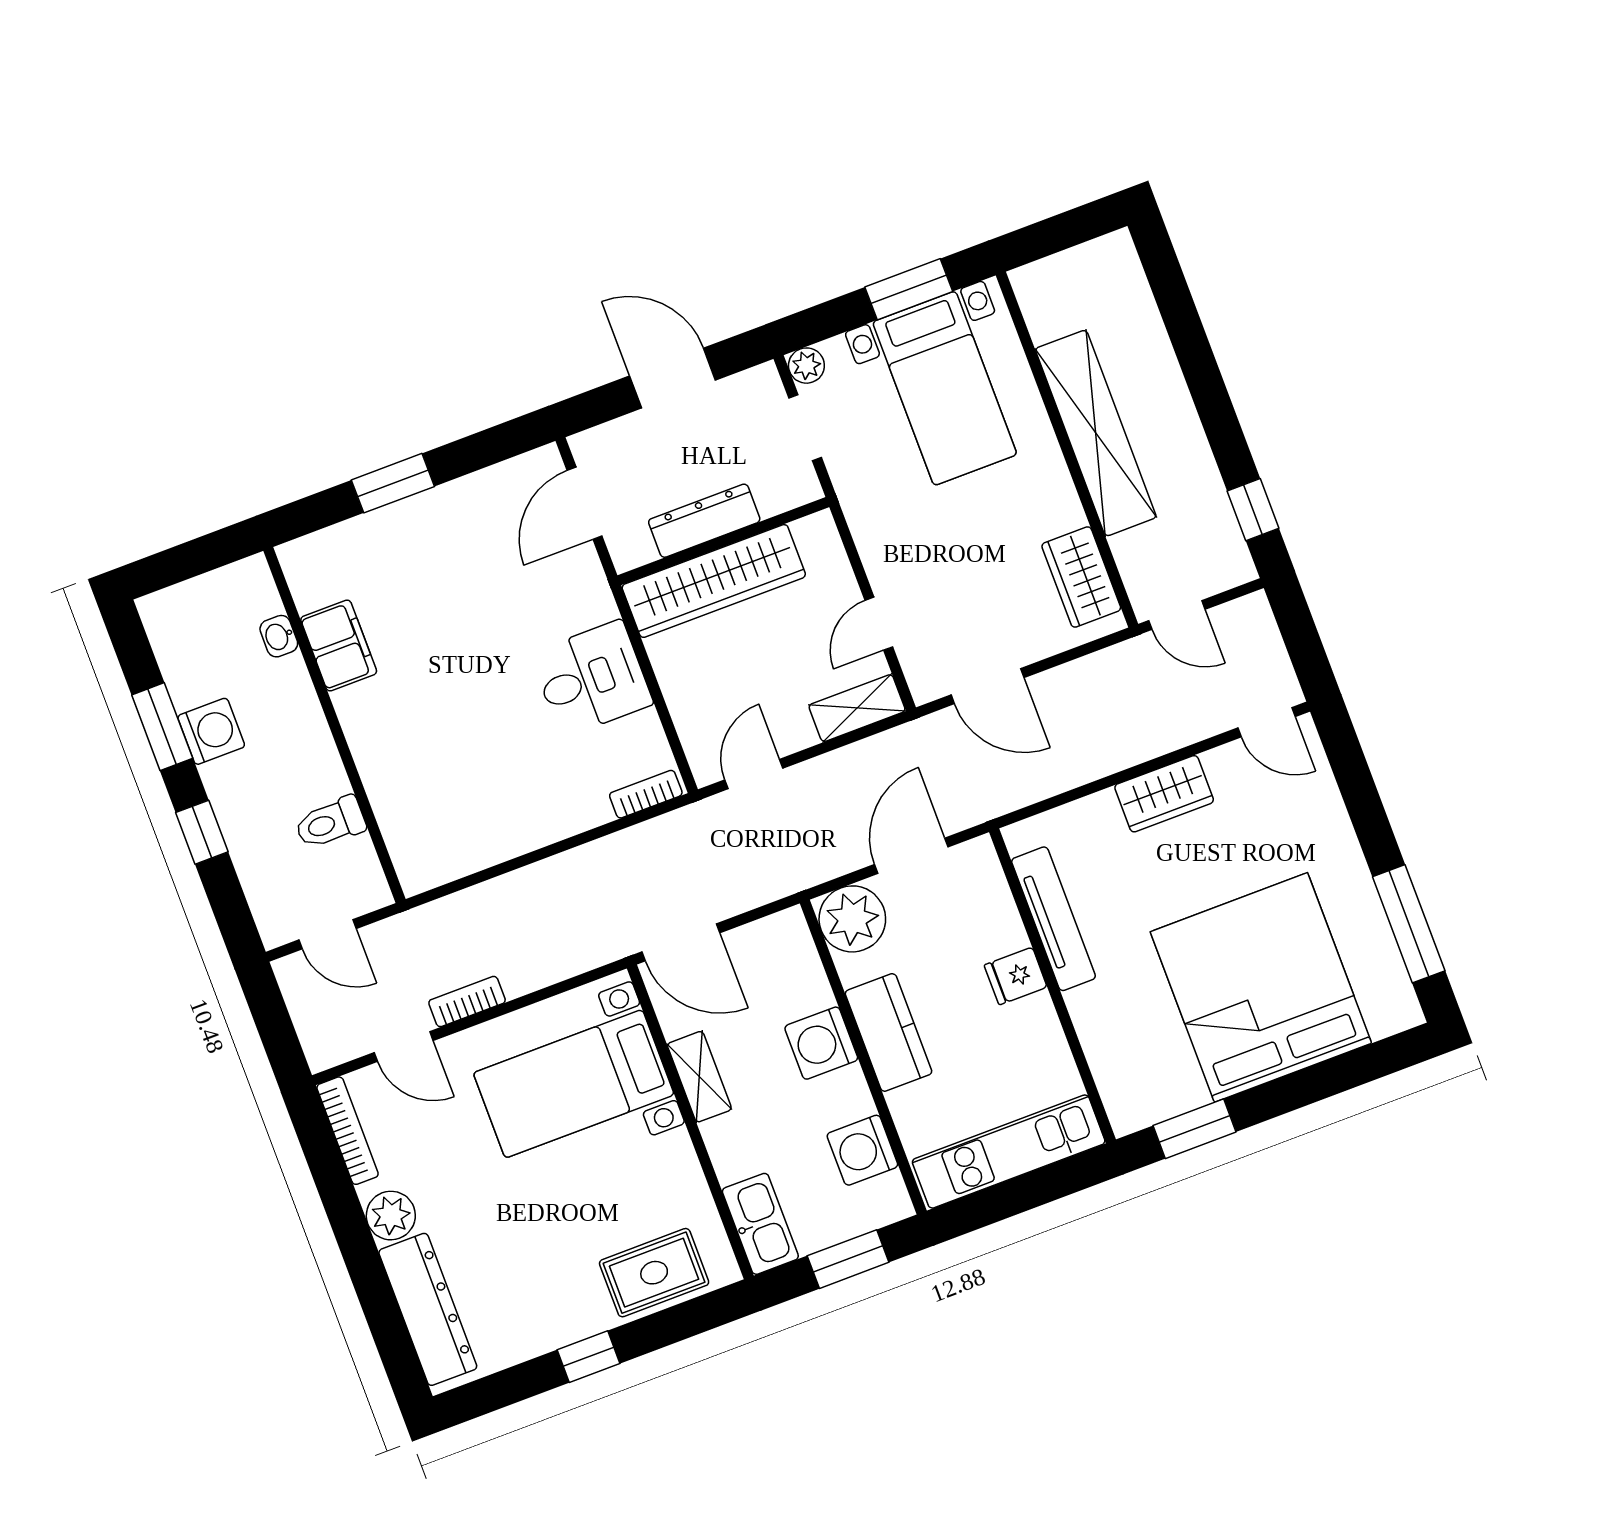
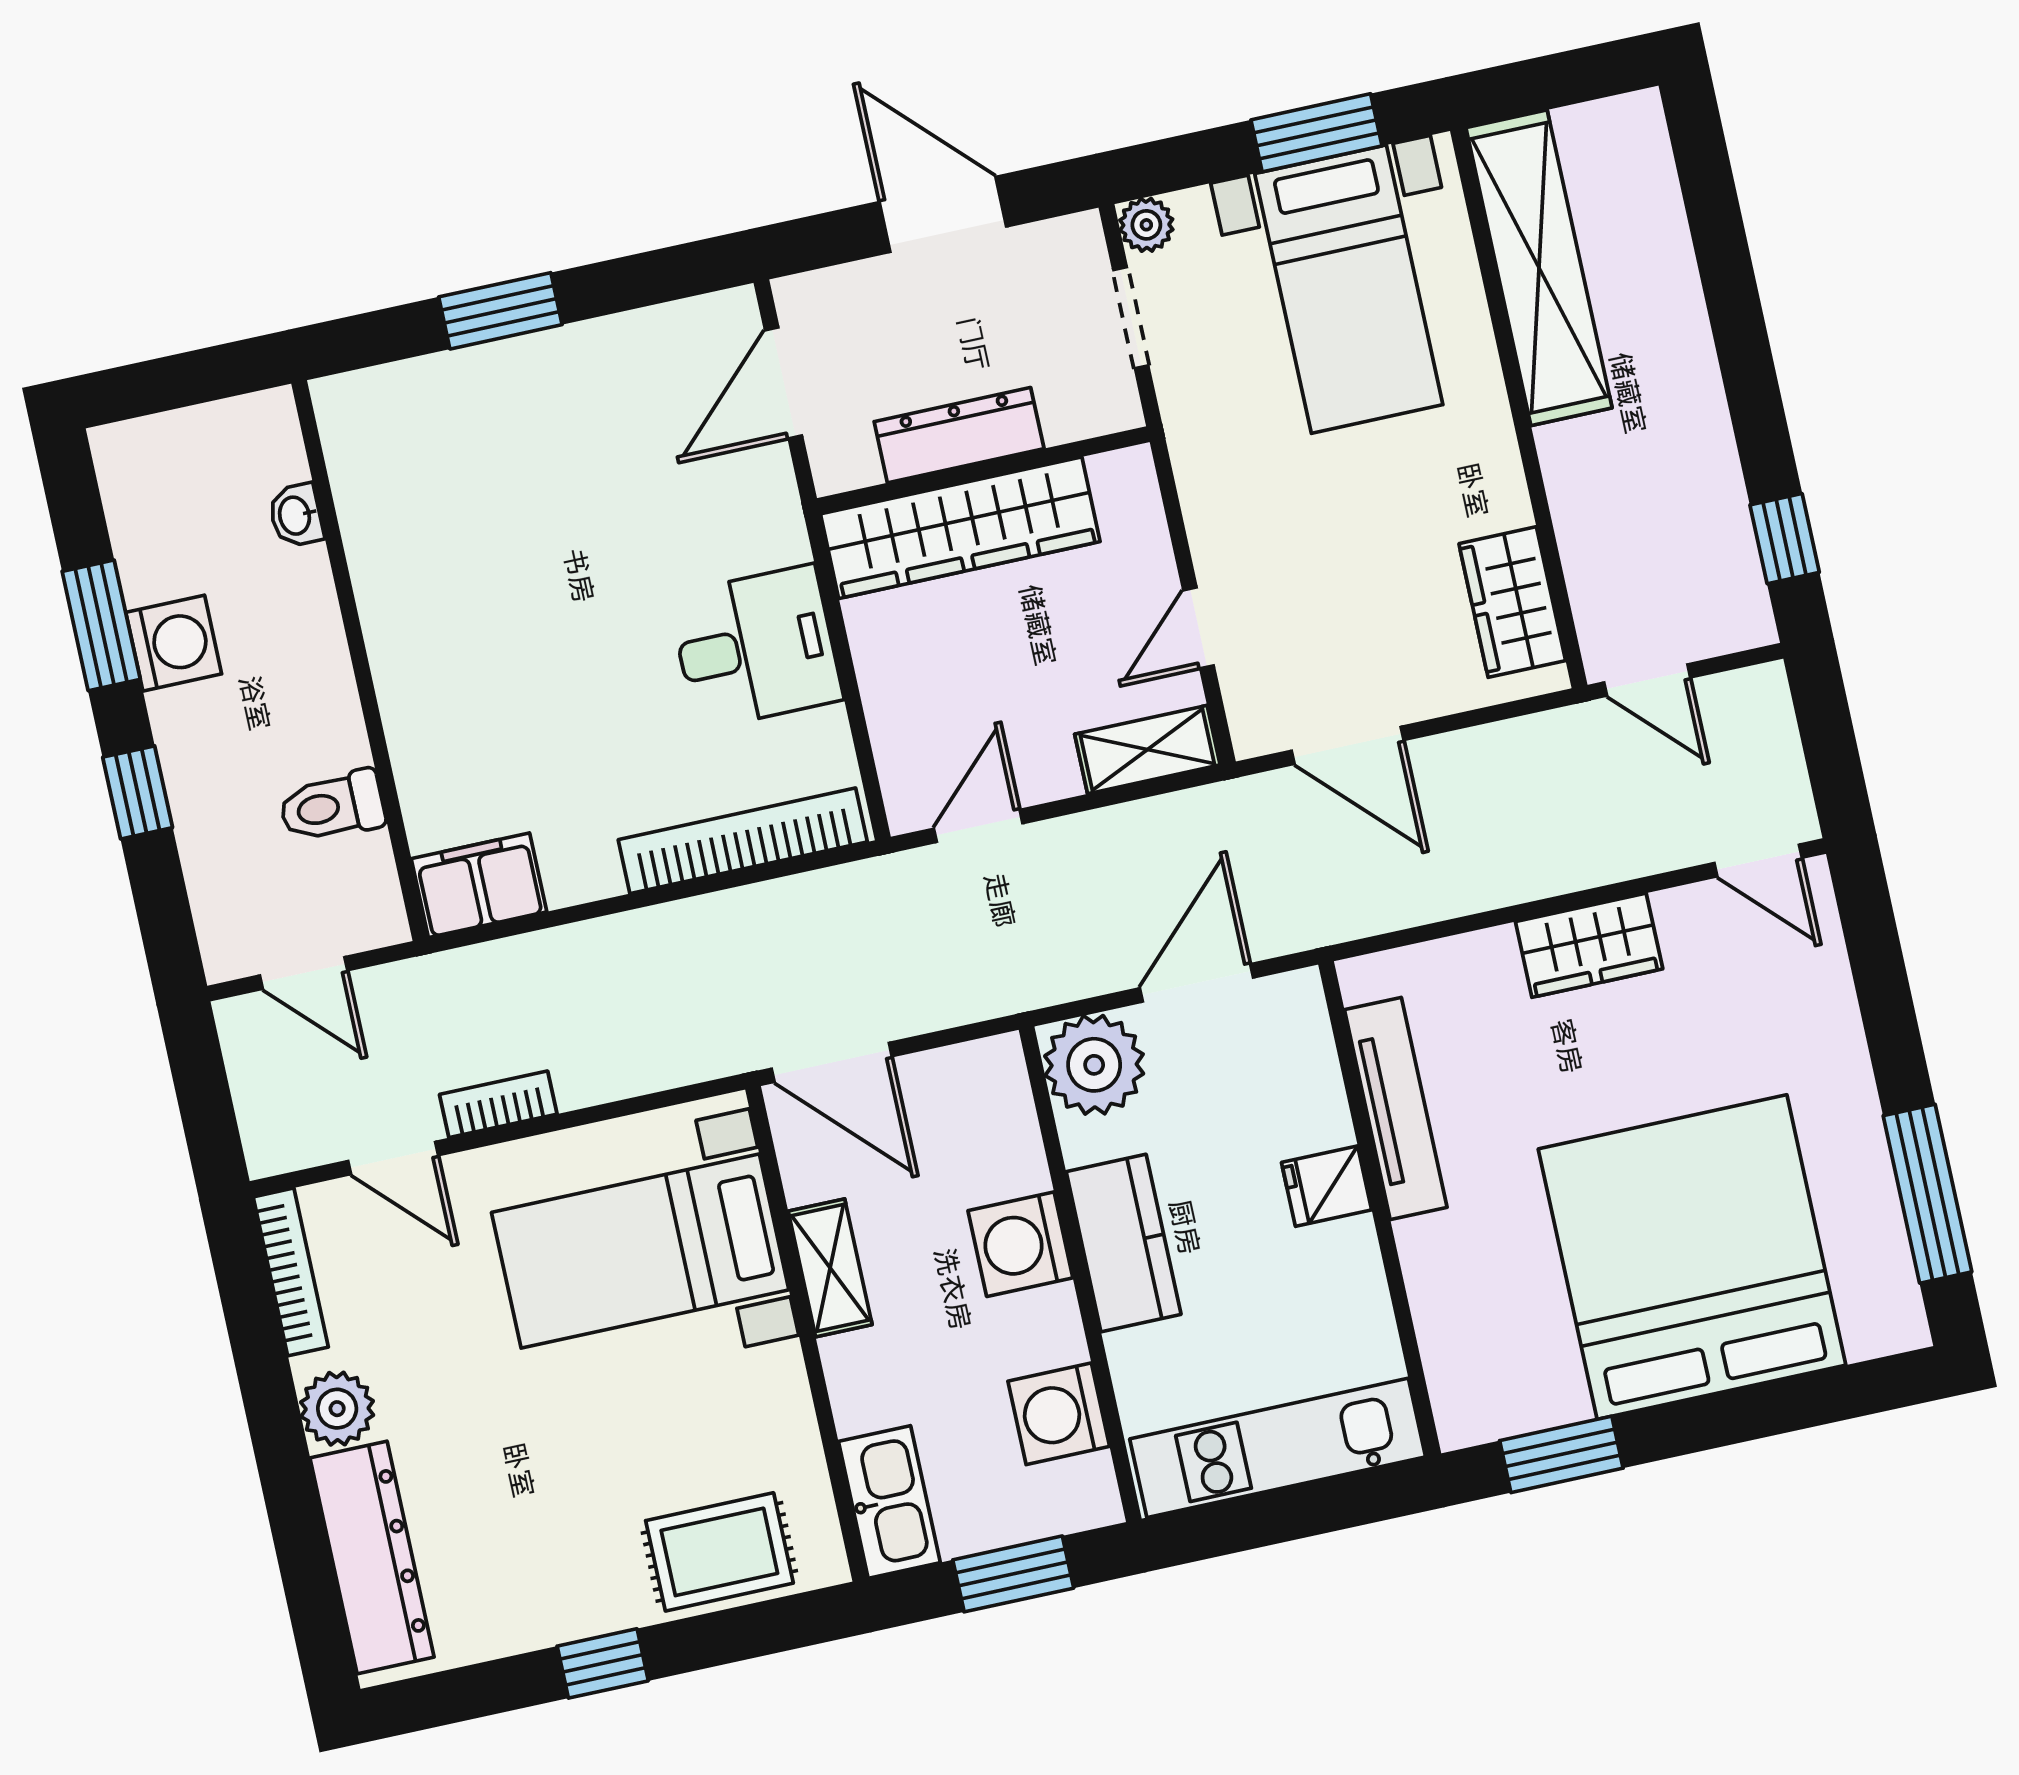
shelving: (1096, 433) -> (1539, 268), moved
filing cabinet: (339, 645) -> (479, 885), moved, turned -90
bookcase: (646, 794) -> (743, 841), width x2.31, depth x1.31

